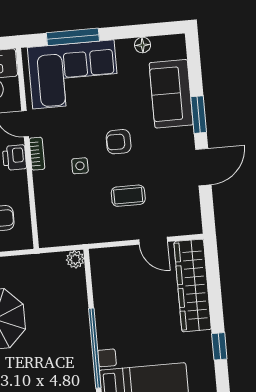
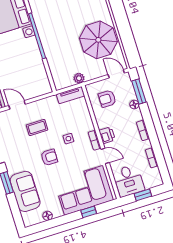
window: (73, 37) -> (89, 212), width x0.46
tv unit: (61, 238) -> (70, 95), added
plant: (75, 259) -> (79, 78), moved

